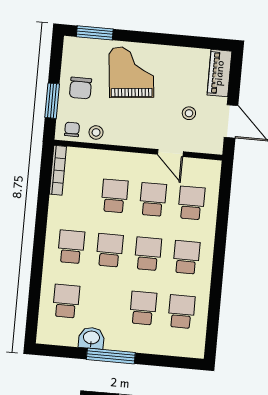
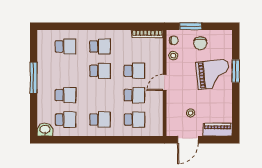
window: (95, 33) -> (236, 71), moved
chair: (81, 88) -> (200, 43), turned -90
door: (170, 153) -> (165, 82), moved
school desk: (148, 254) -> (100, 95), removed
washbasin: (91, 338) -> (45, 130), moved, turned -90

